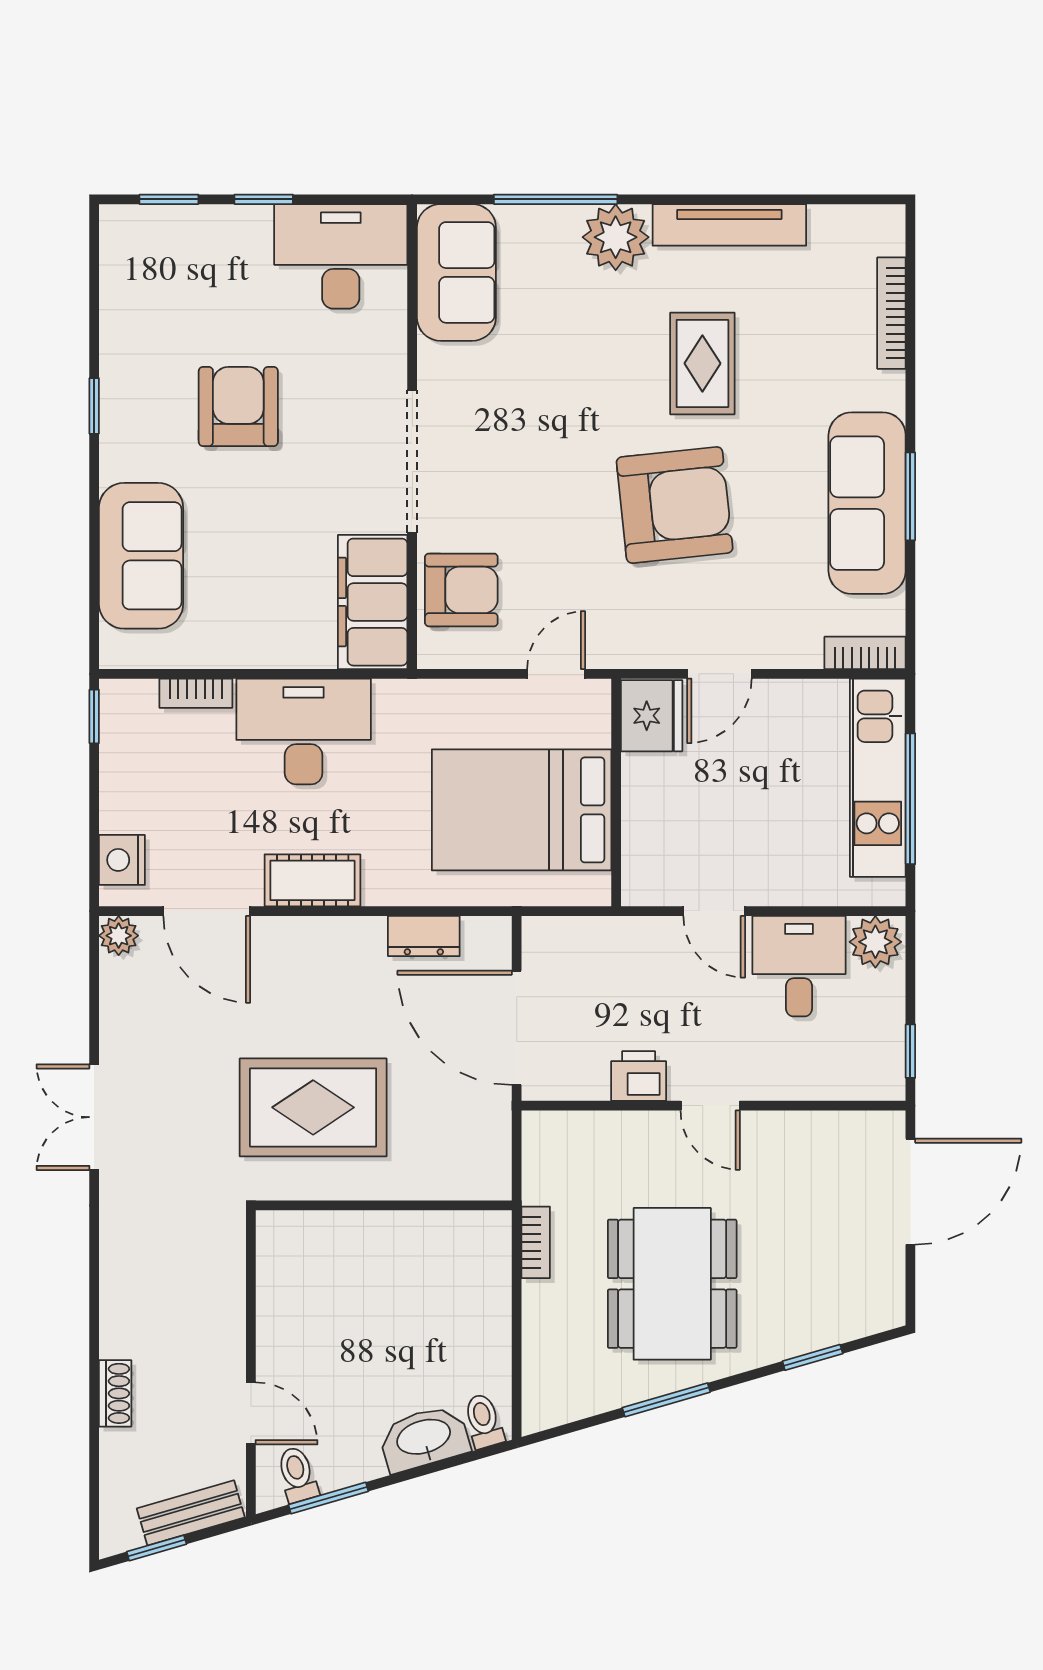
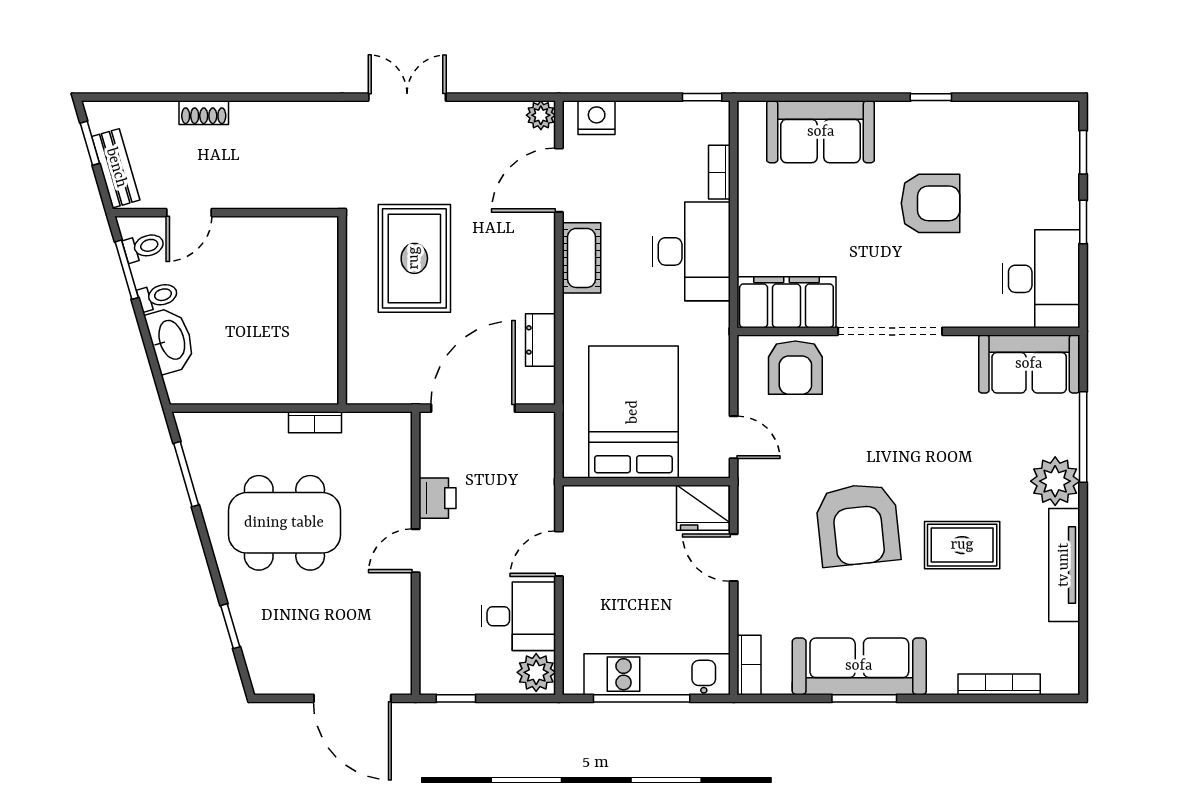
window: (666, 1400) -> (186, 474), moved
toilet: (484, 1421) -> (158, 296), moved

